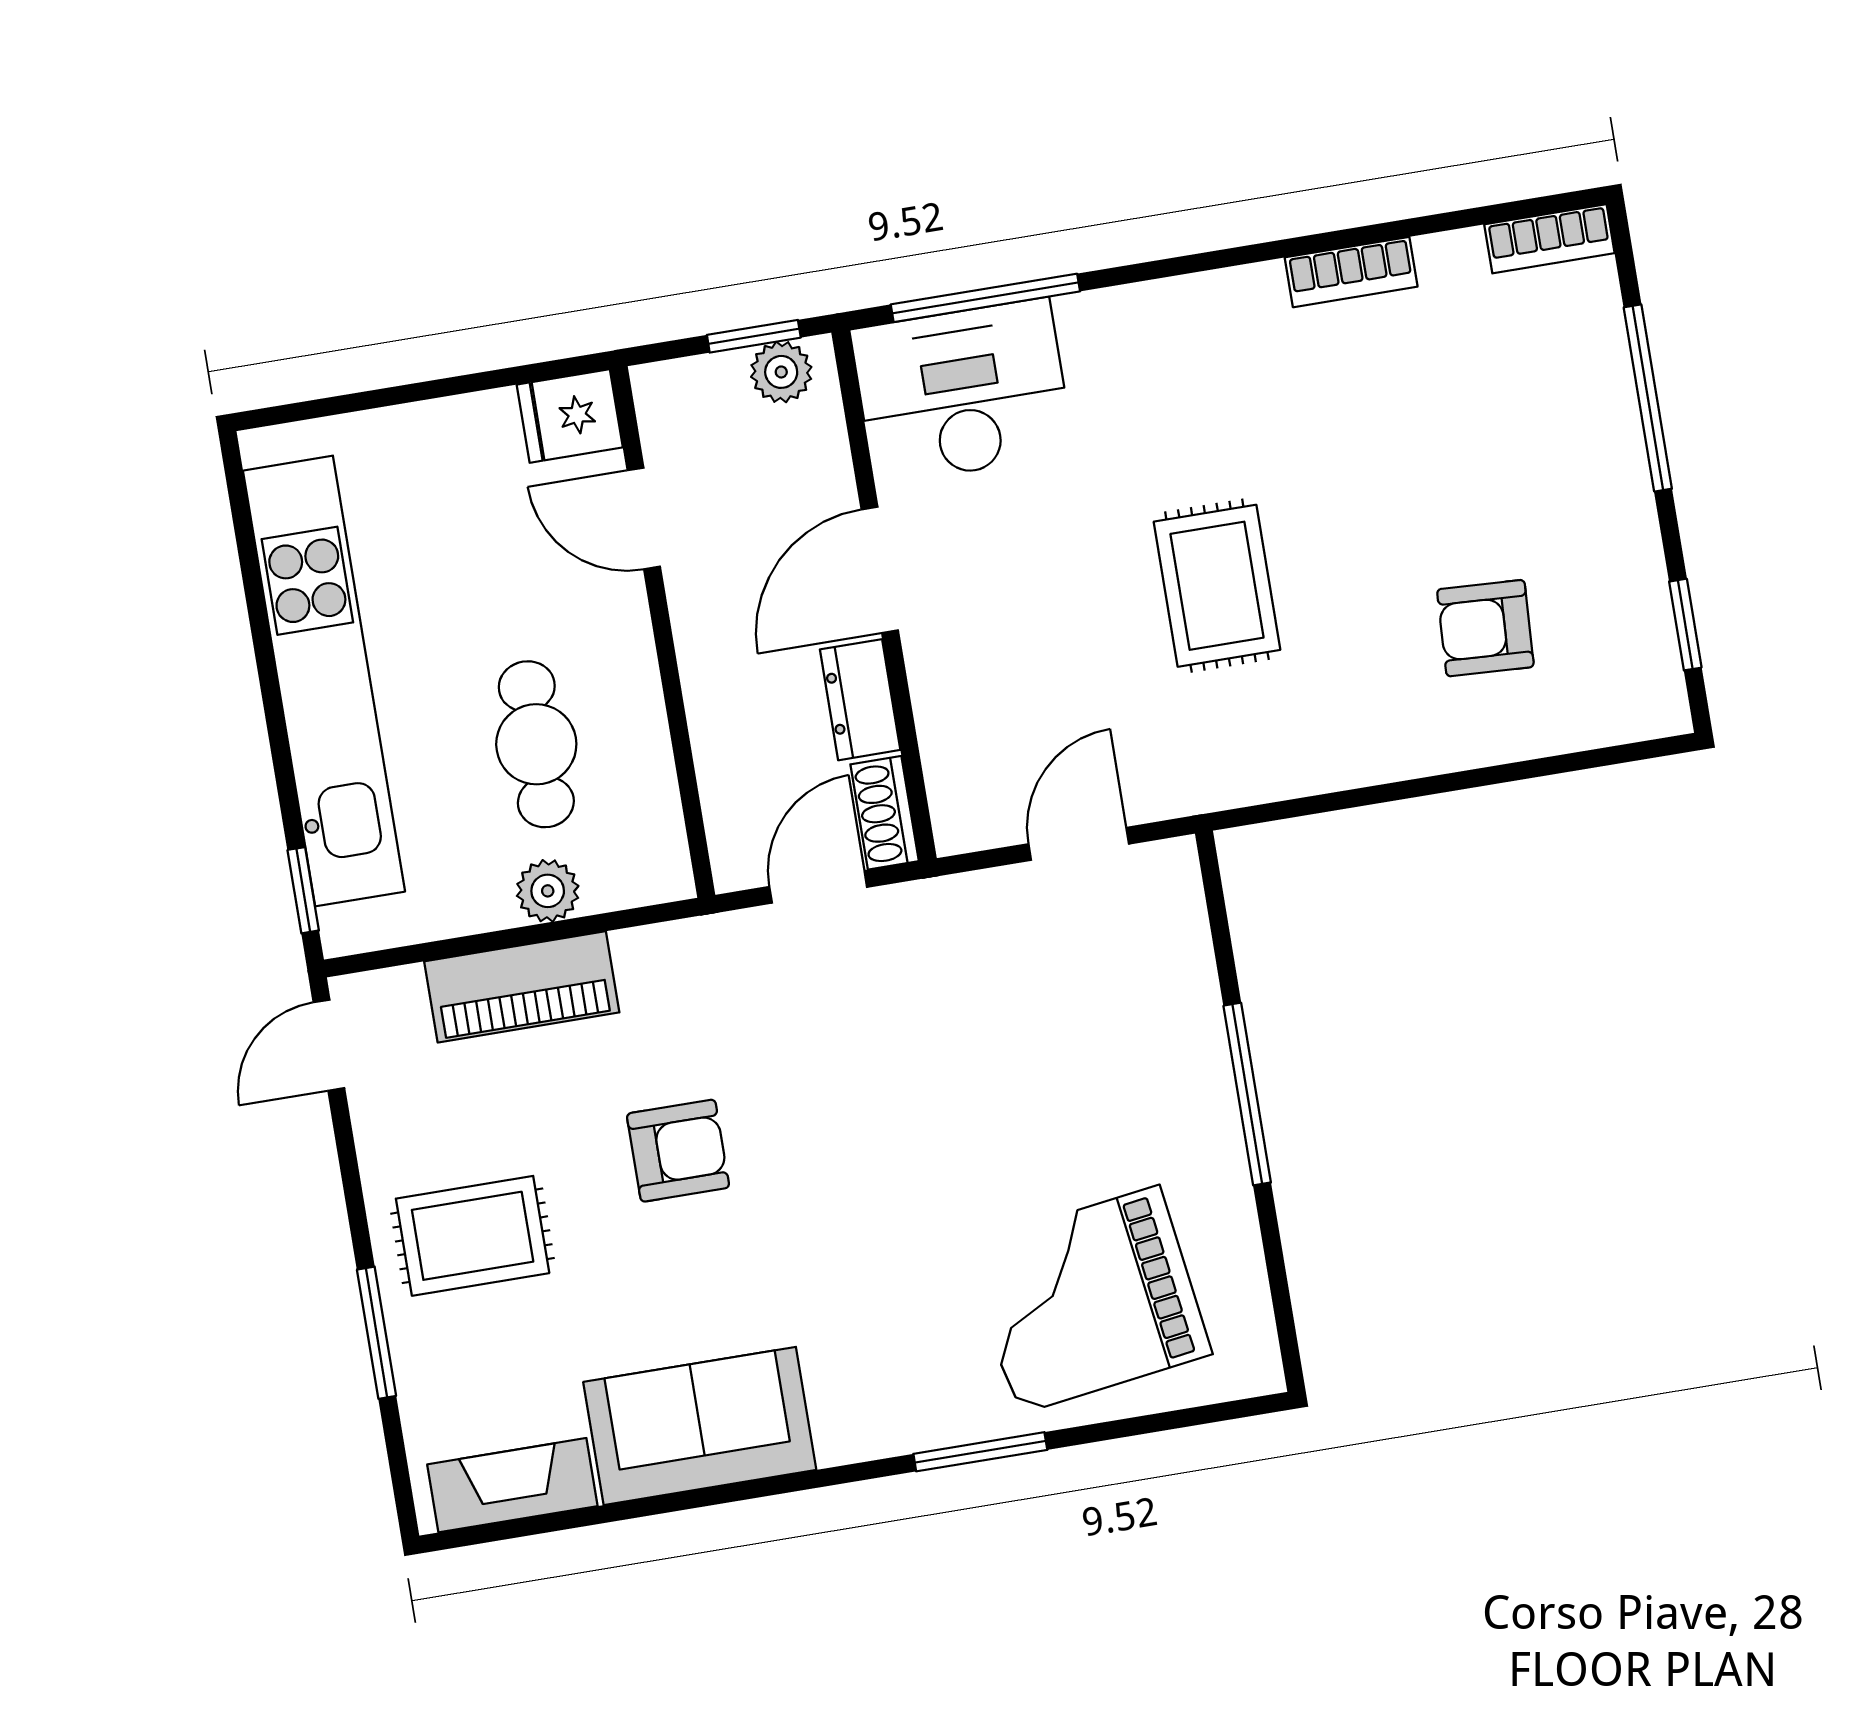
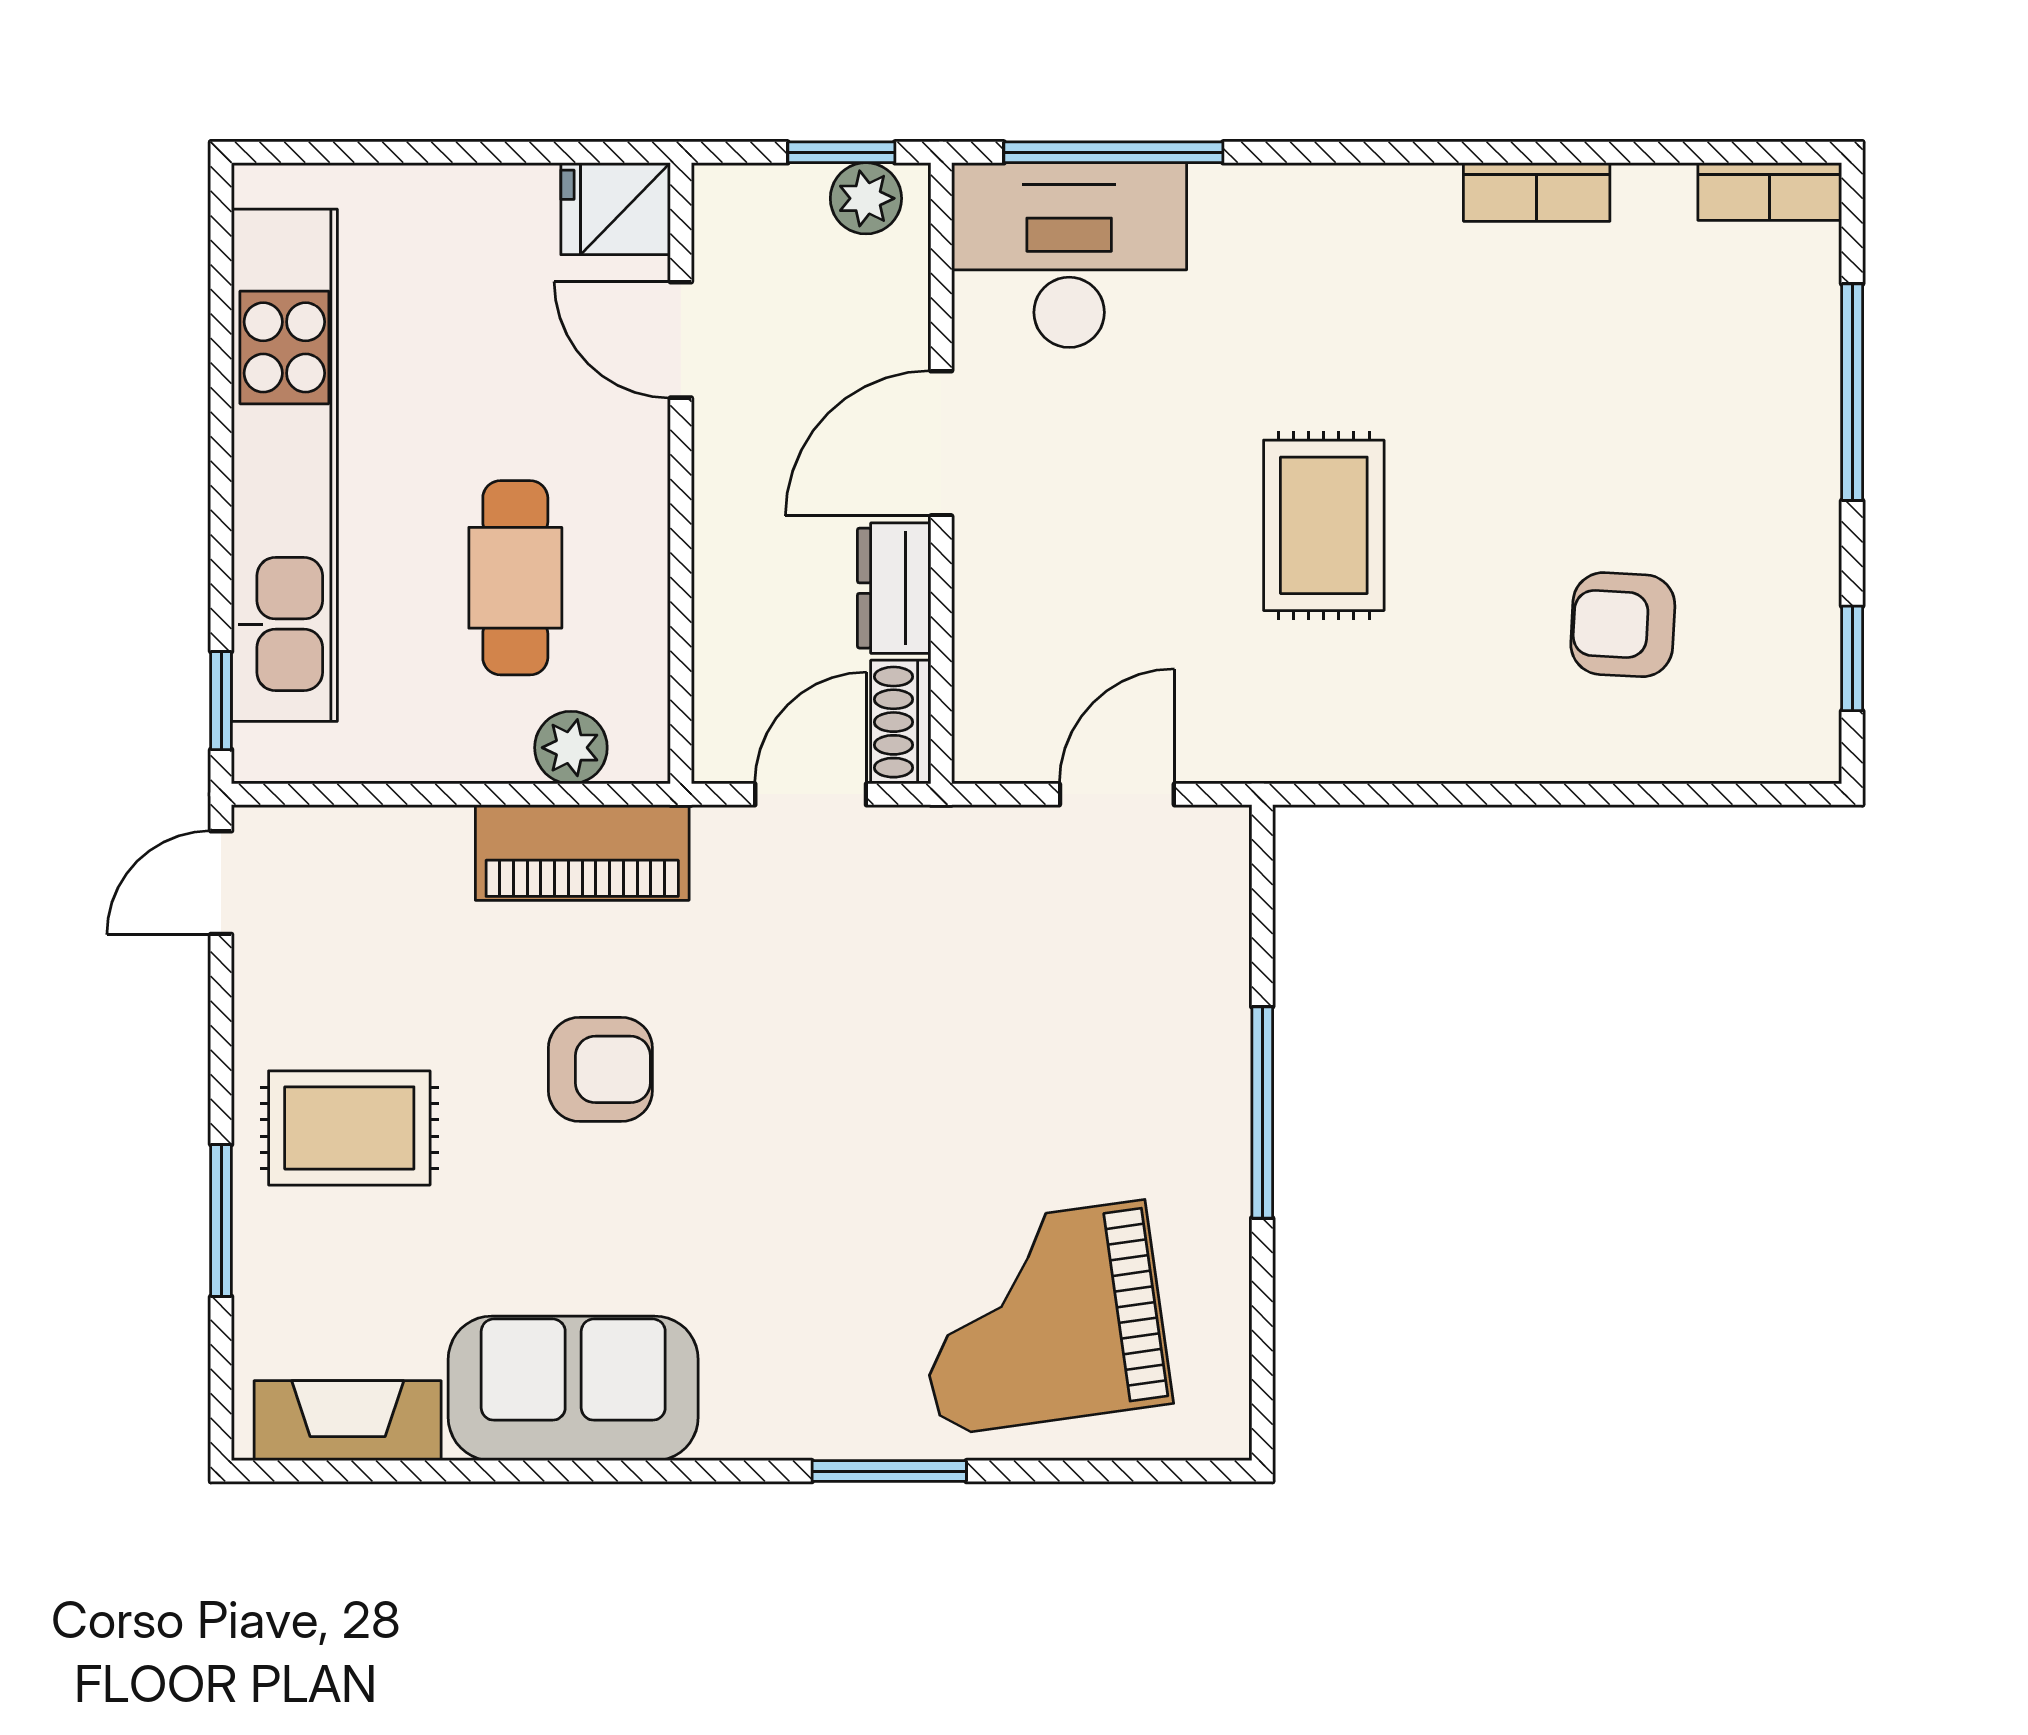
plant: (548, 891) -> (571, 748), moved
piano: (522, 987) -> (582, 853), moved

